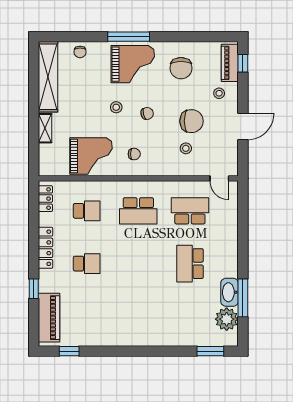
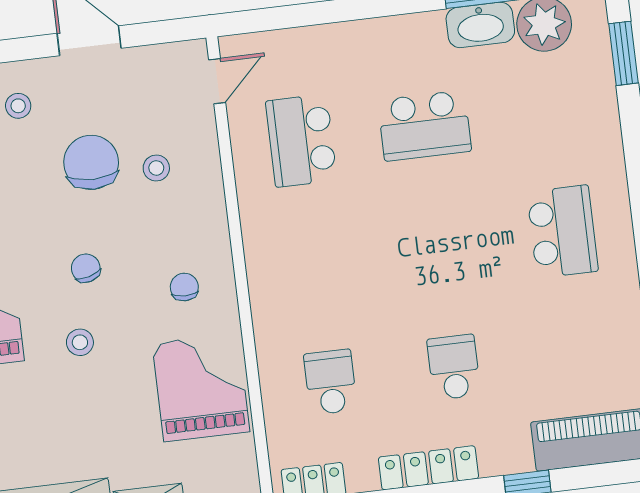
school desk: (138, 211) -> (562, 231), moved

